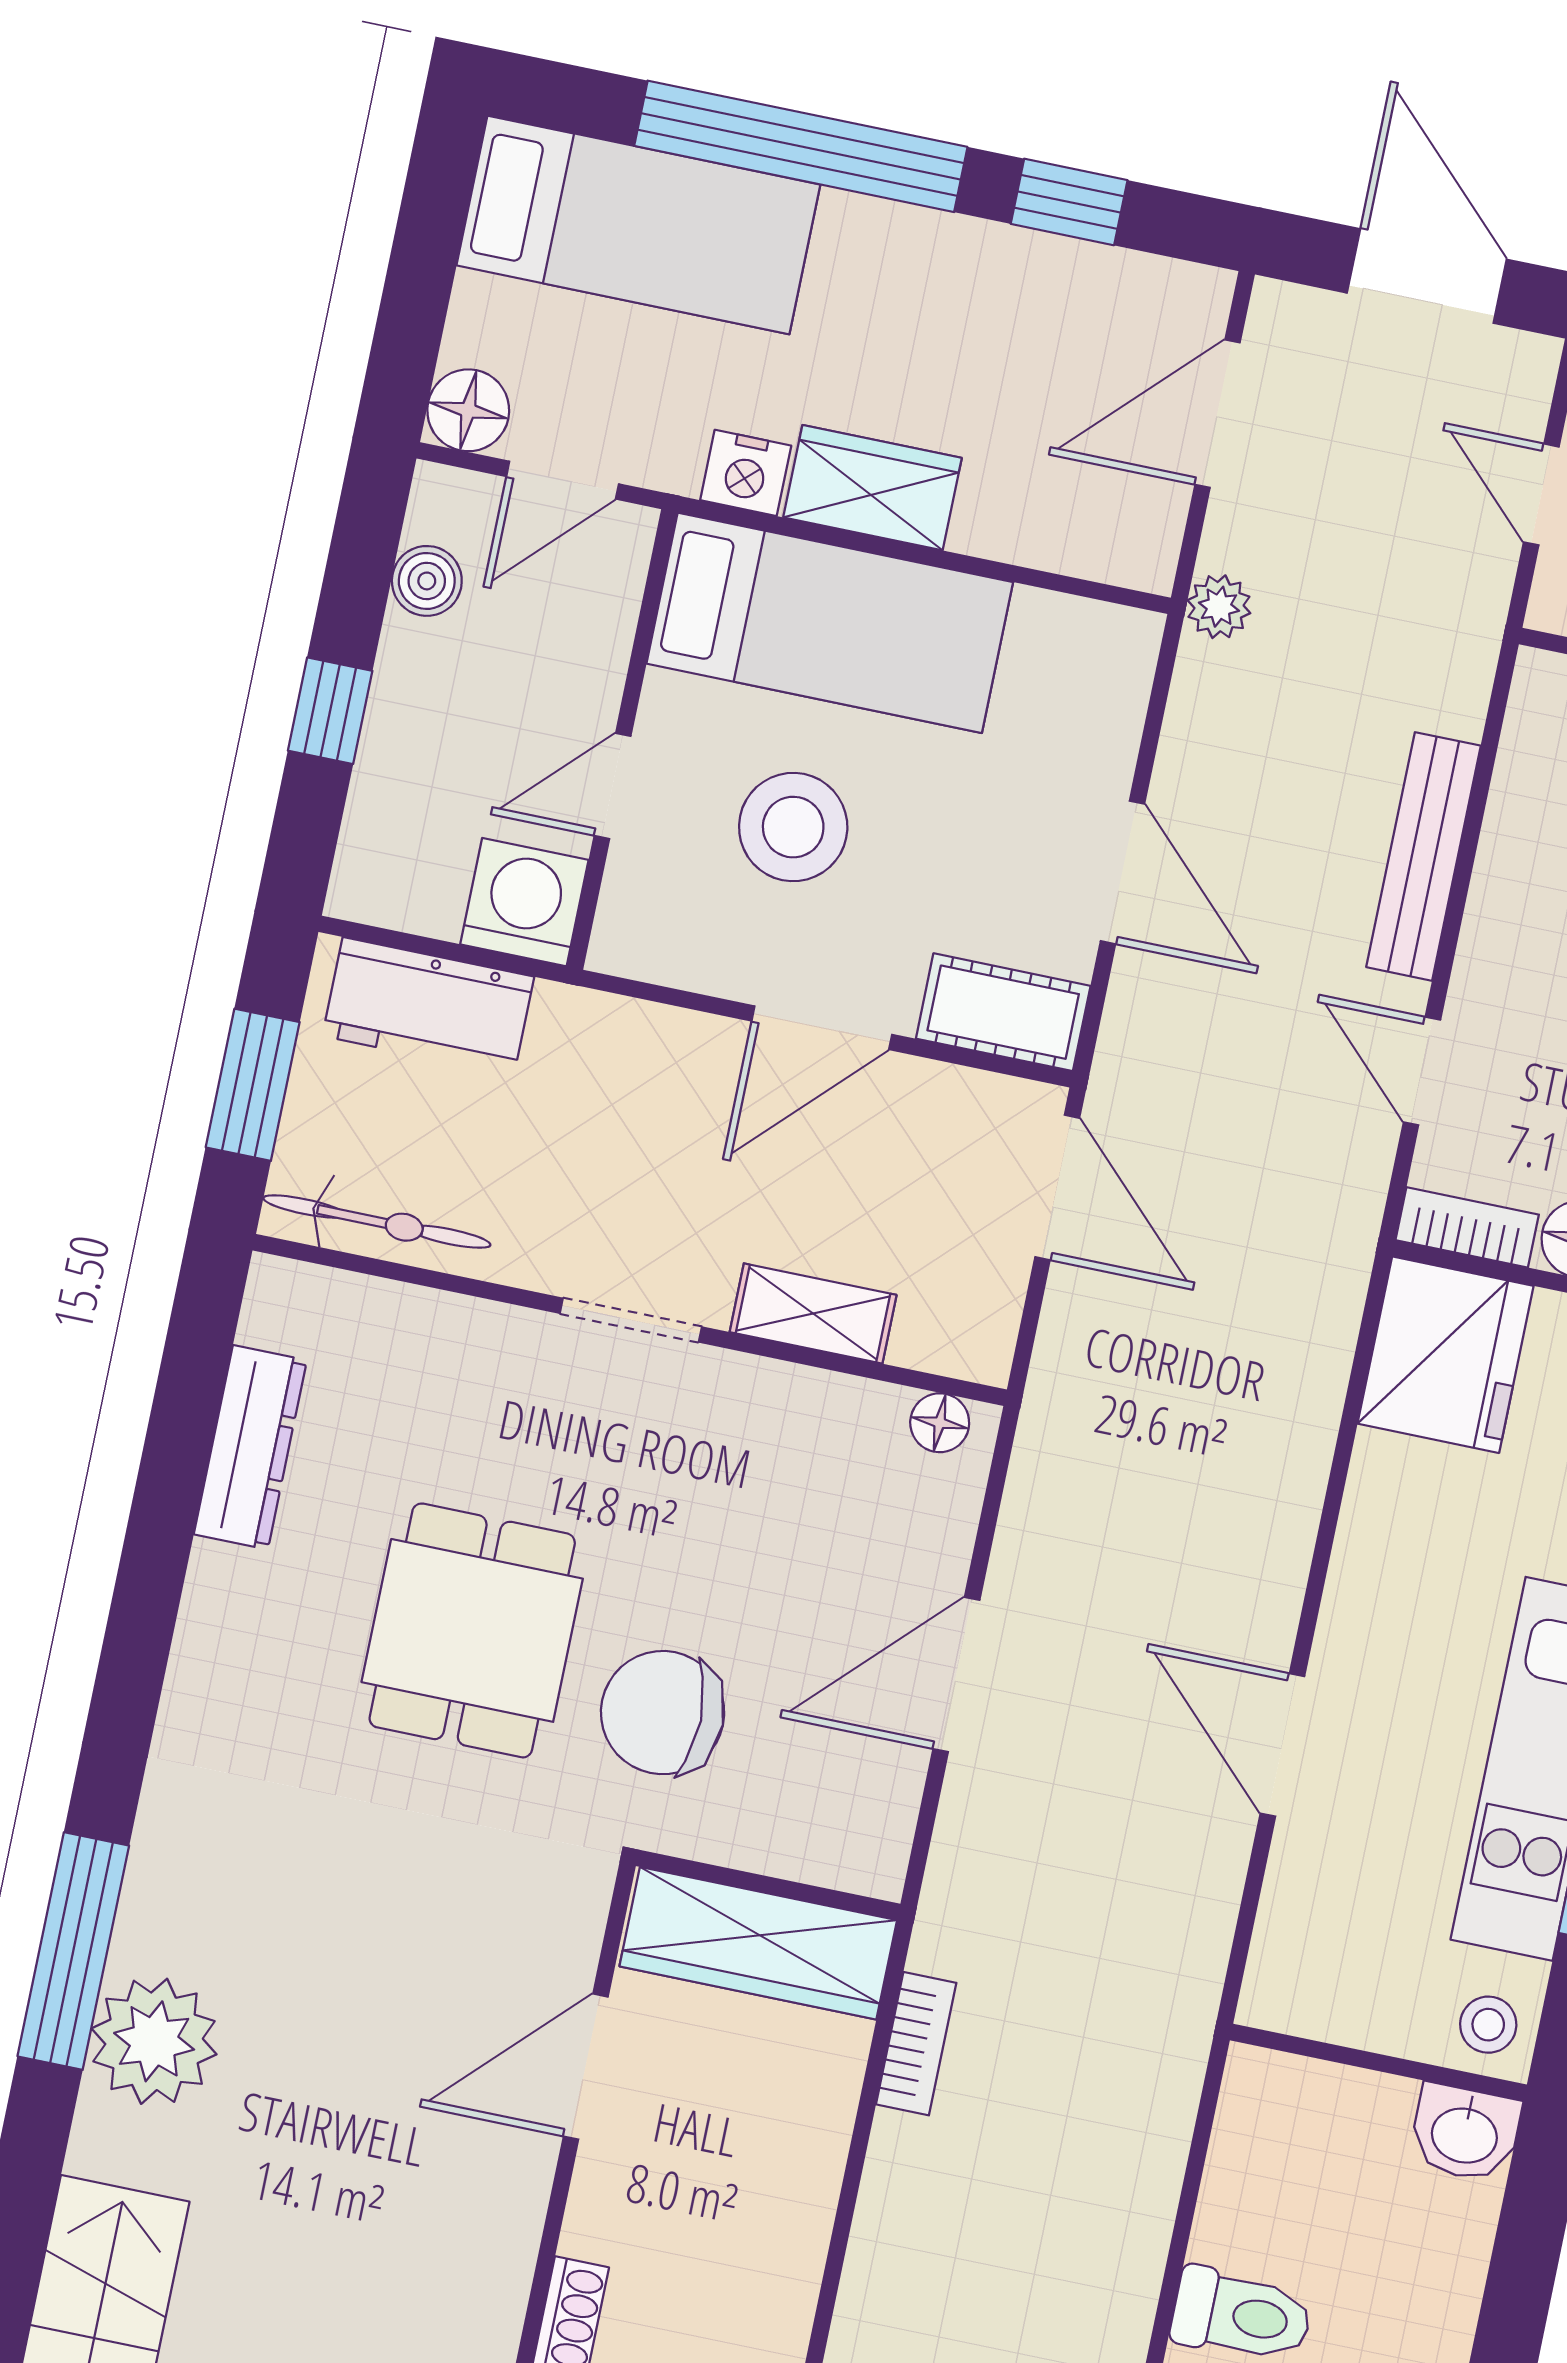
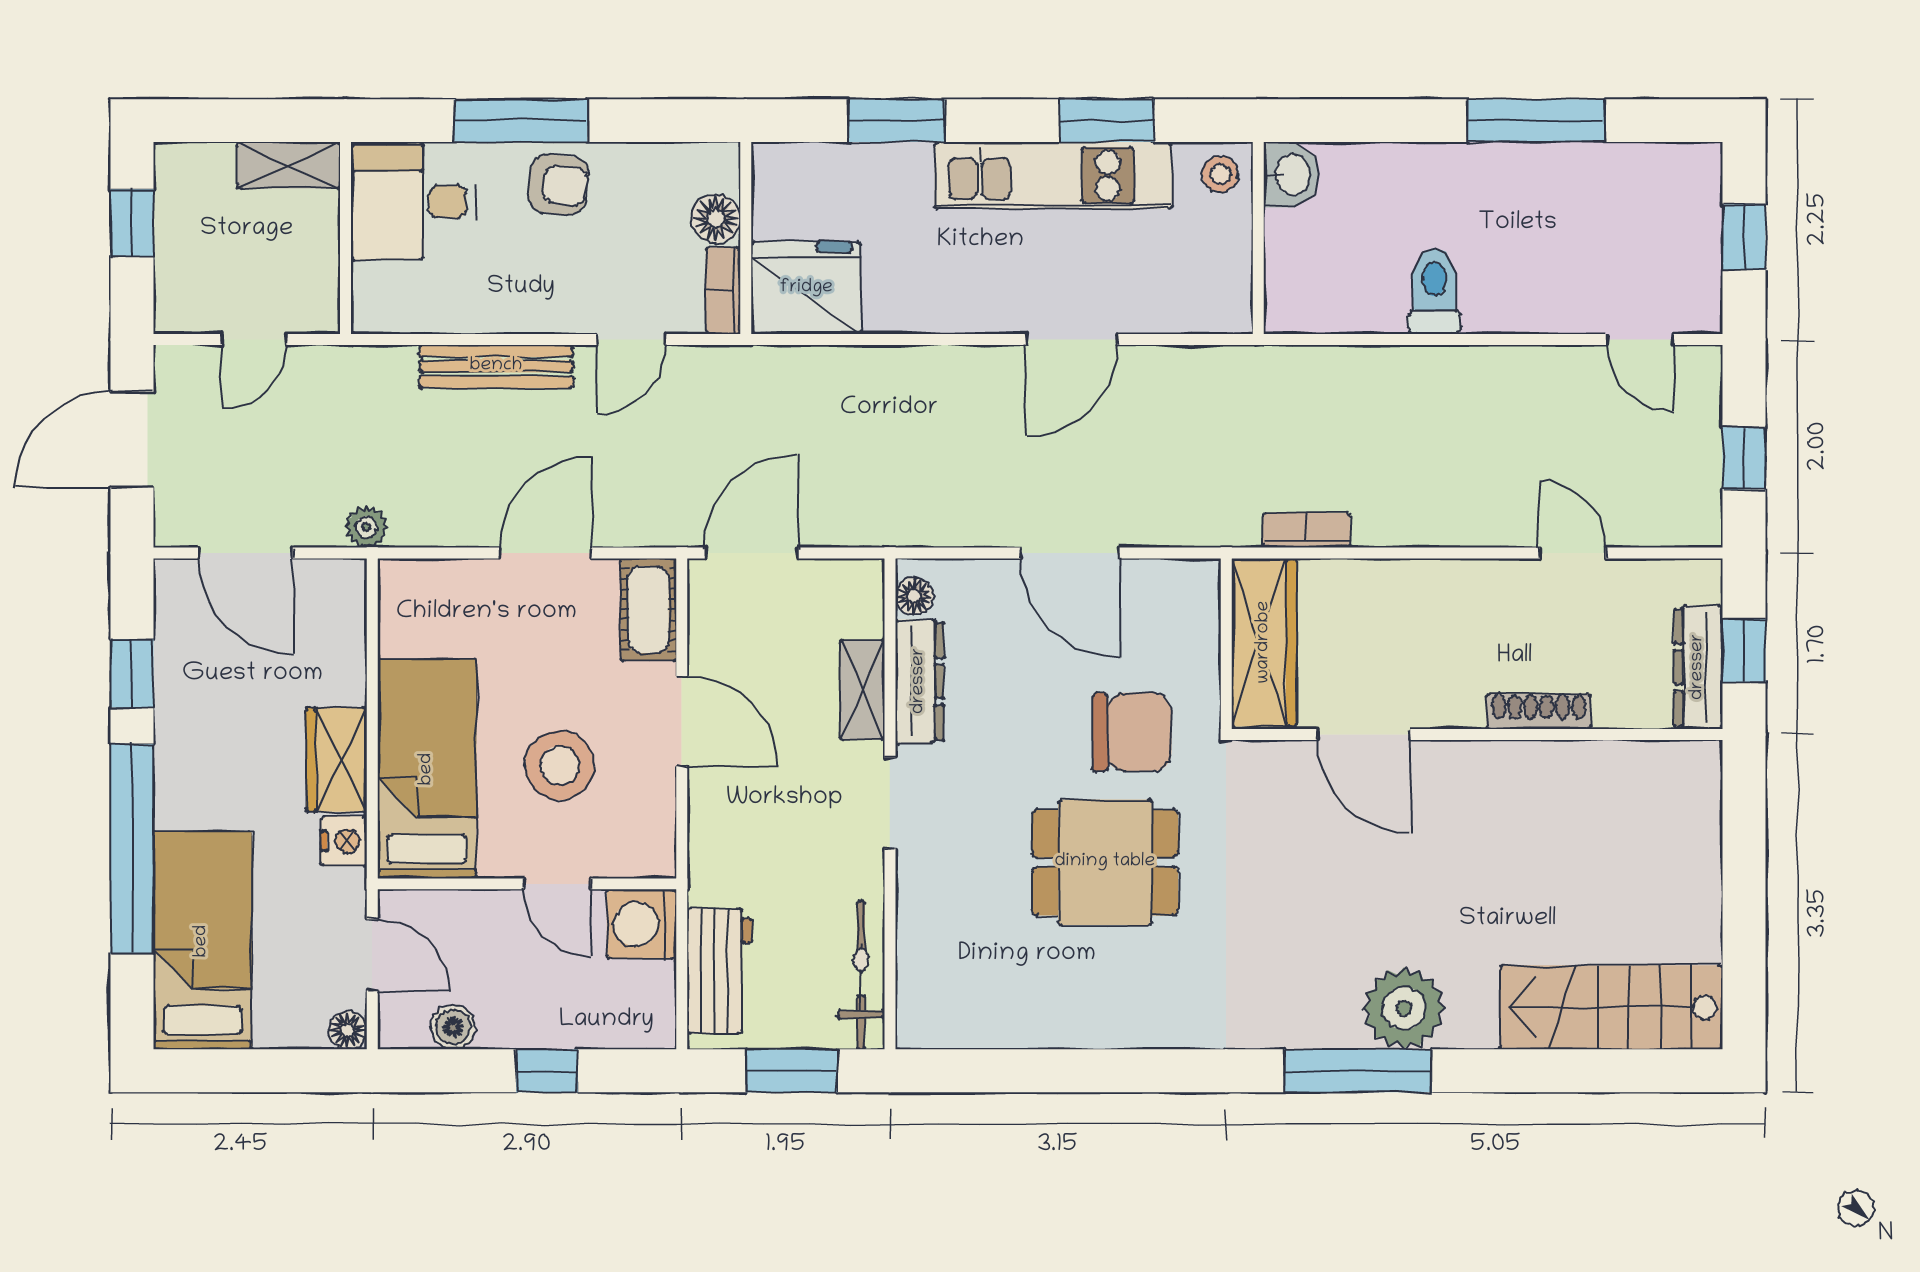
floor lamp: (468, 410) -> (348, 1030), width x0.73, depth x0.73
dresser: (250, 1447) -> (919, 681), moved, turned 90
chair: (663, 1713) -> (1132, 732), turned -90

